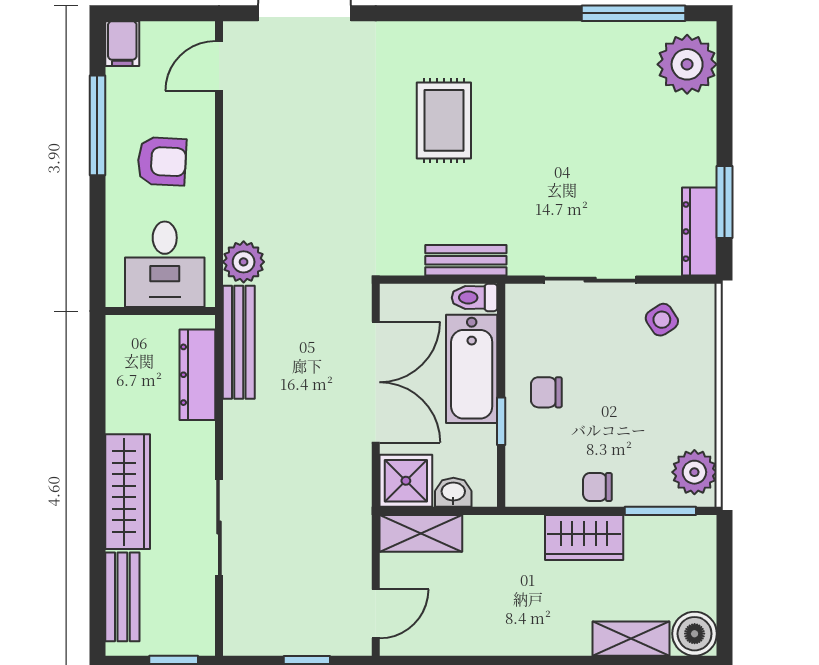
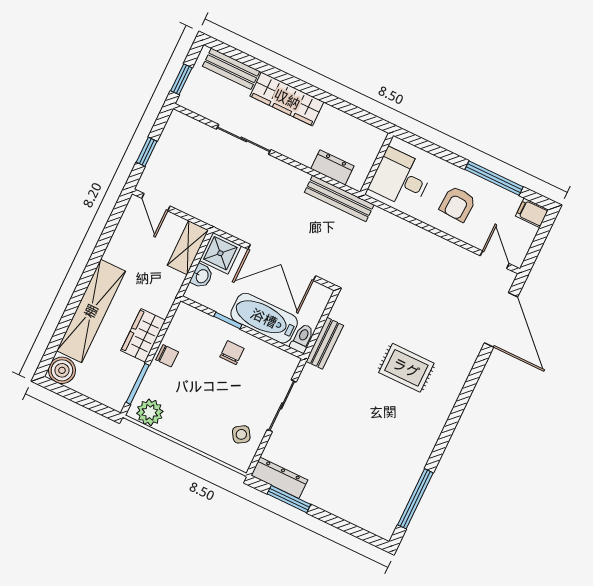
plant: (687, 64) -> (374, 515), removed
plant: (244, 262) -> (382, 222), removed
dresser: (197, 375) -> (332, 167), width x0.70
chair: (597, 487) -> (167, 356), turned 90
shelving: (631, 639) -> (91, 311), width x2.20, depth x1.33

